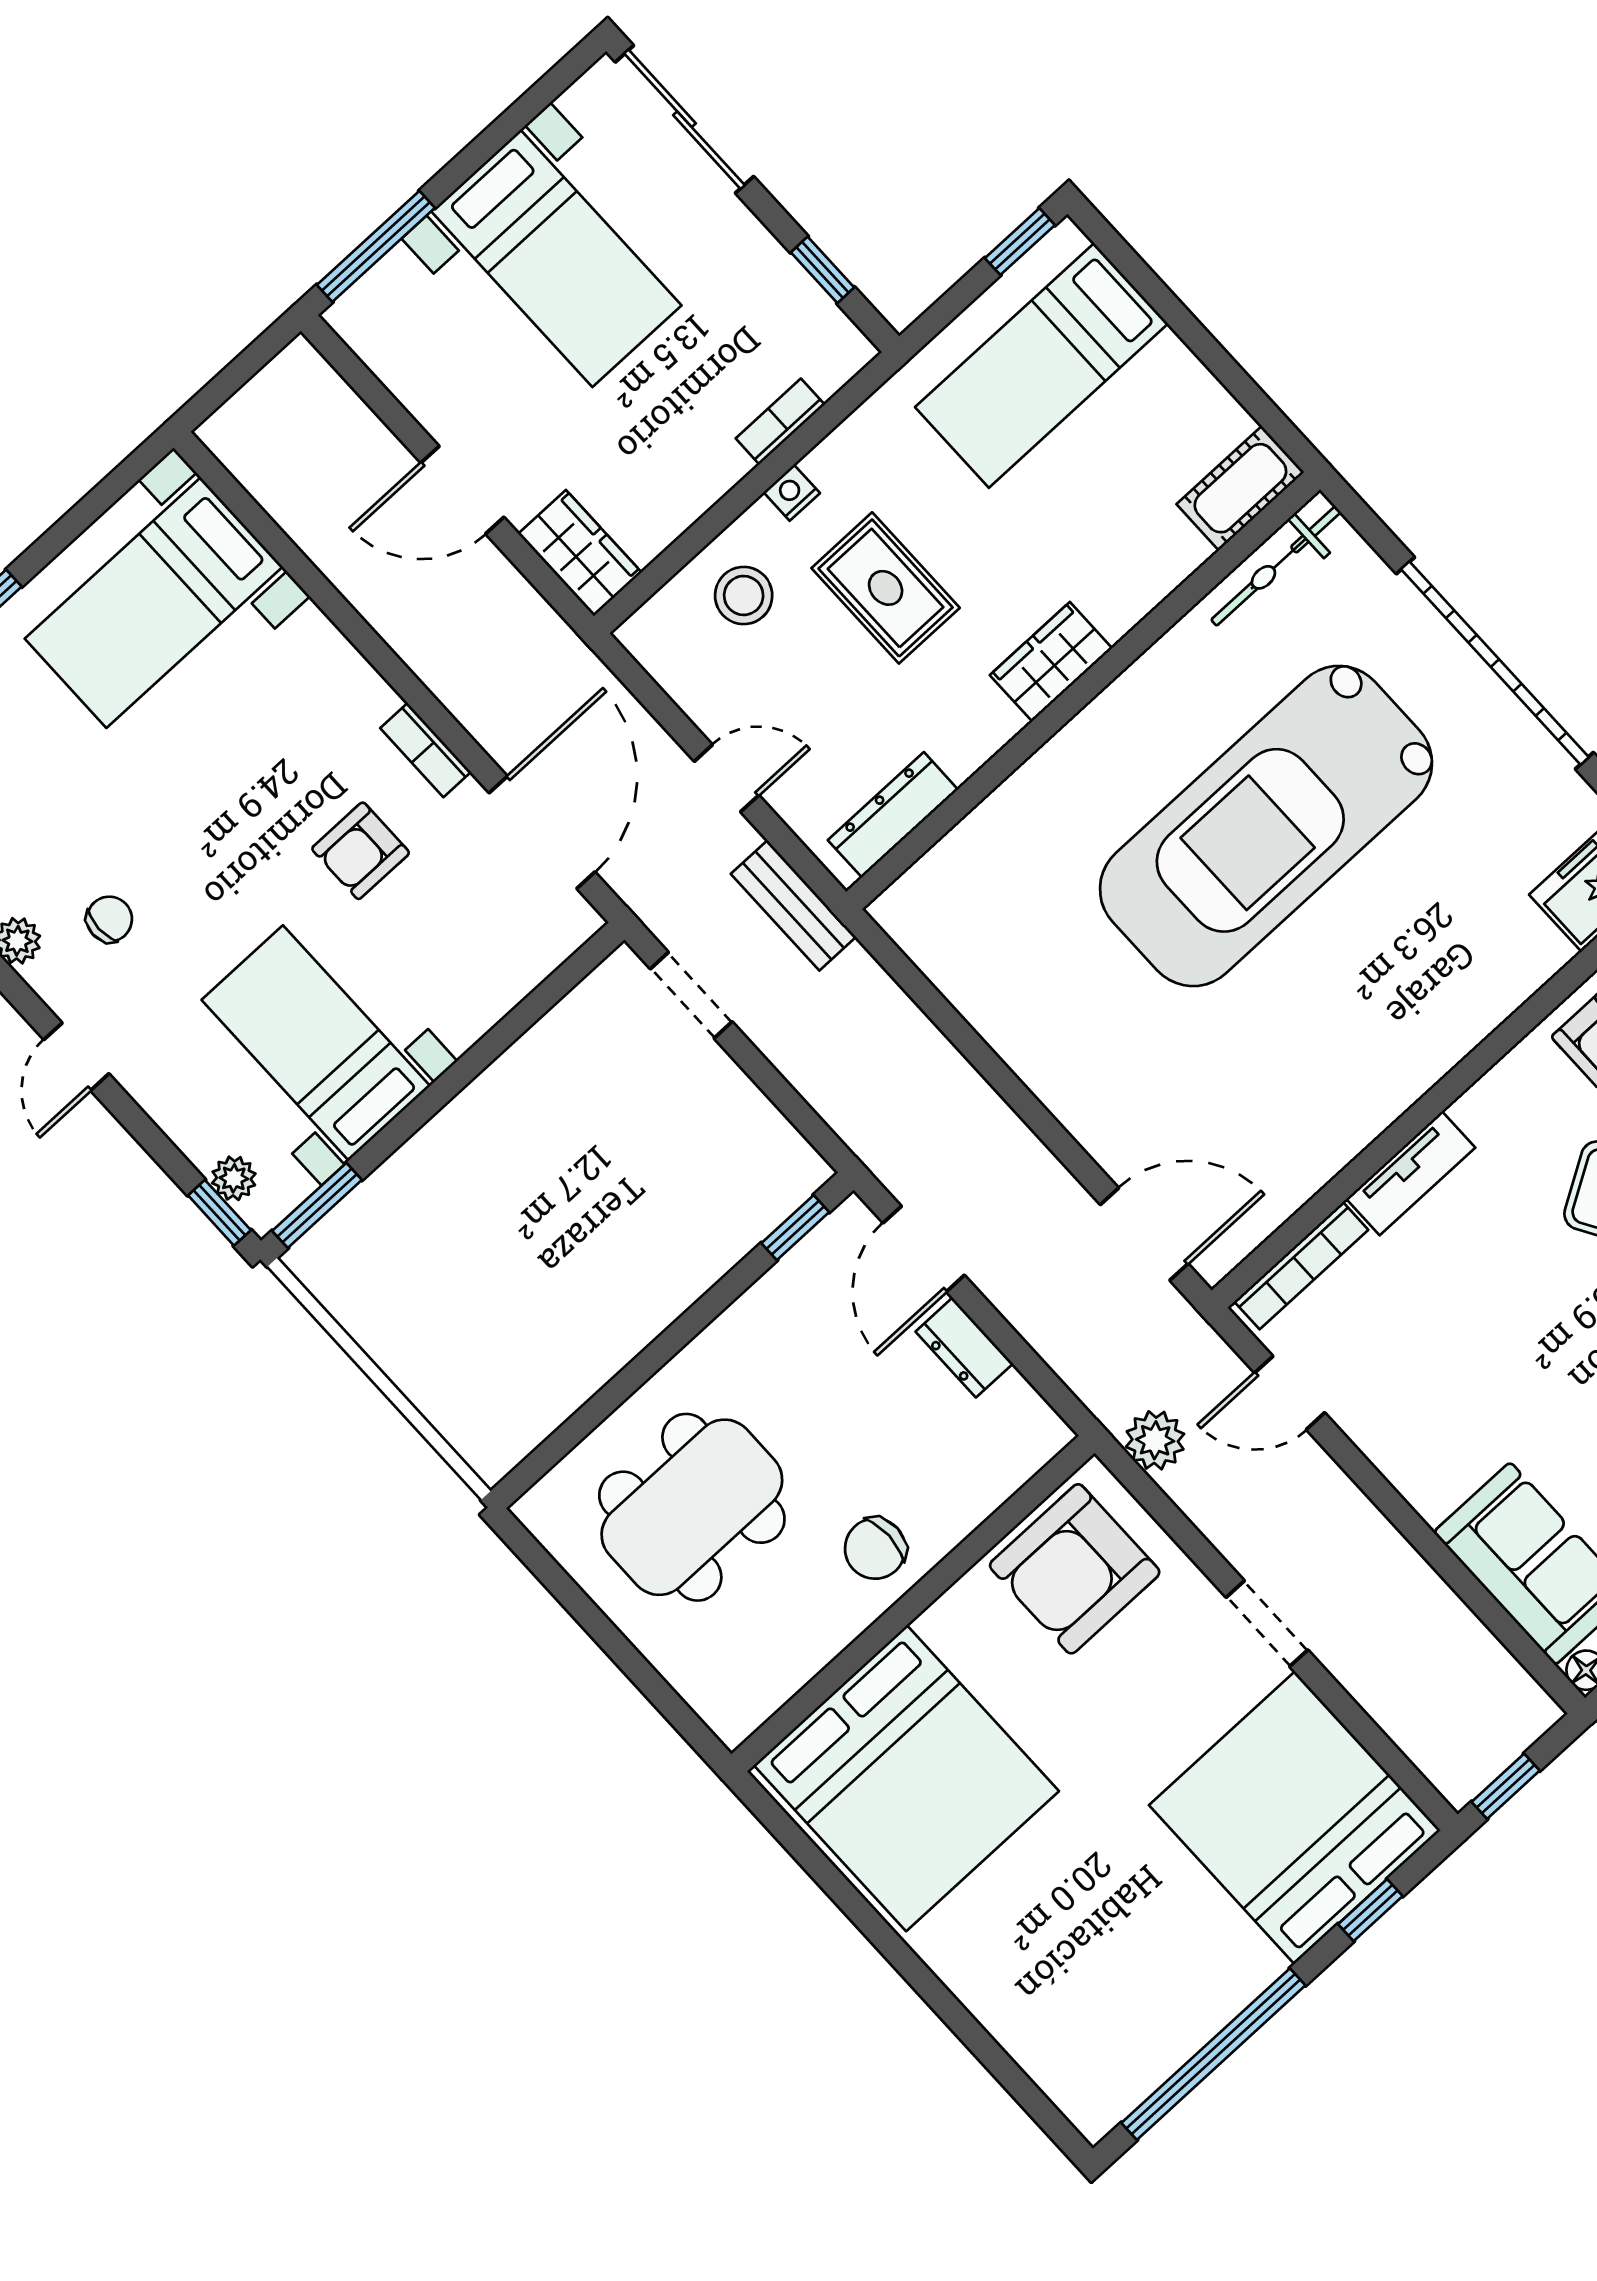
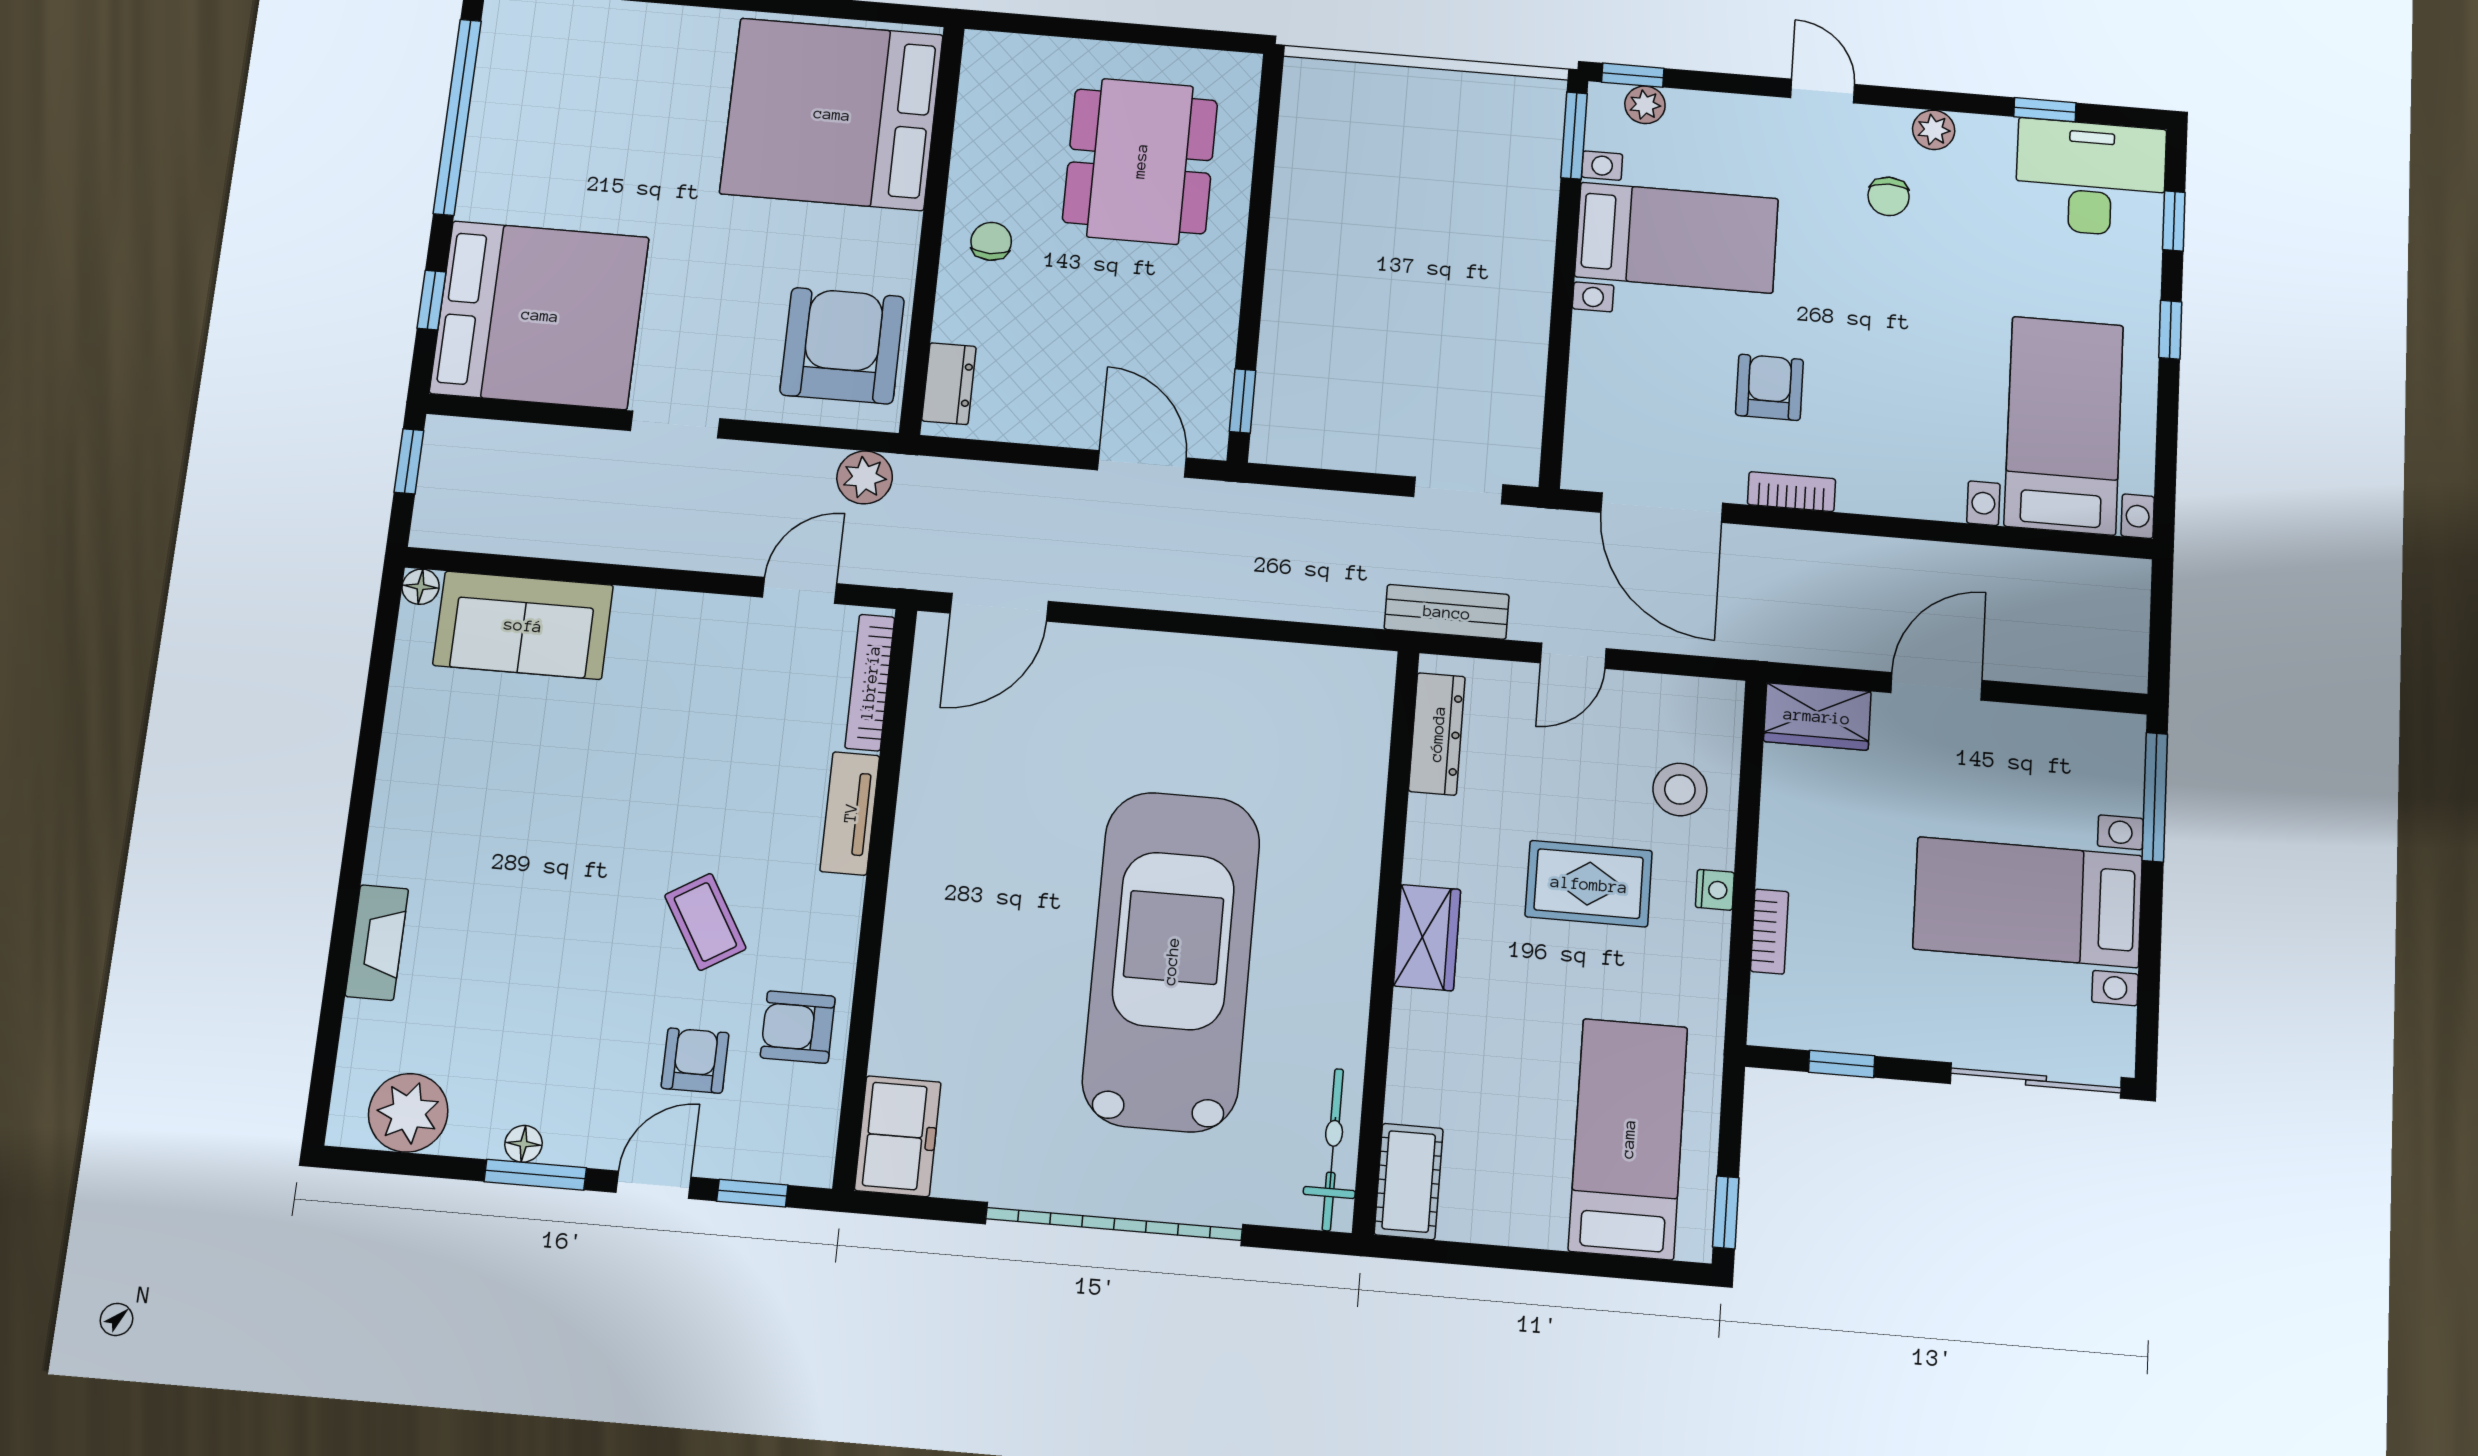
dresser: (964, 1348) -> (949, 384), moved, turned 90
chair: (875, 1549) -> (991, 241), width x0.73, depth x0.73

